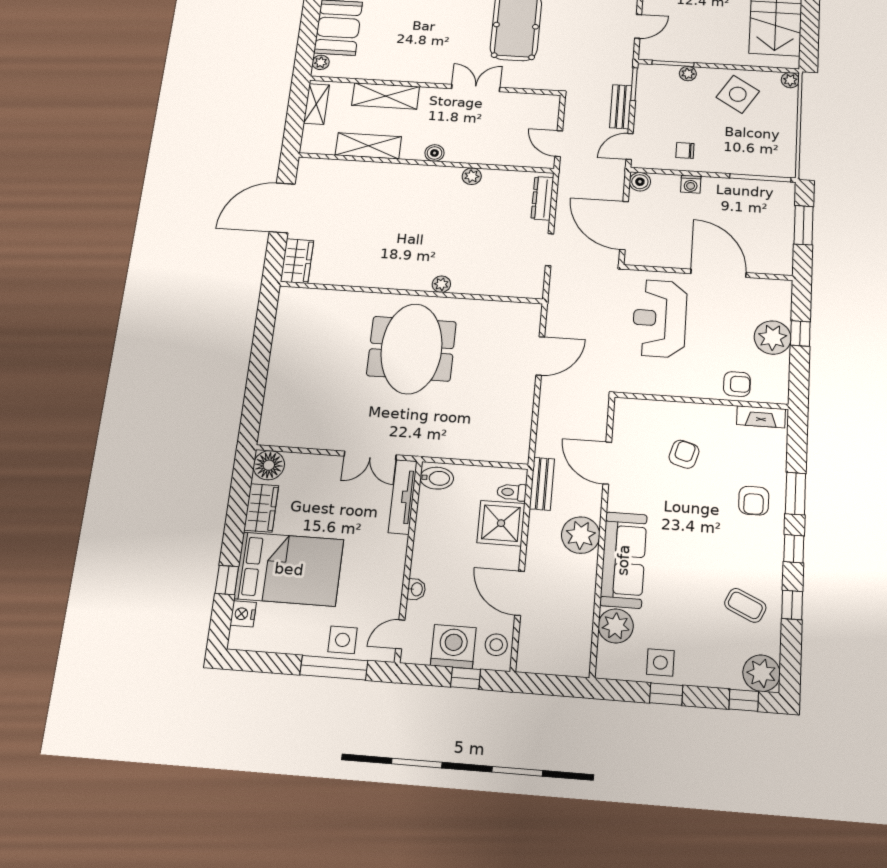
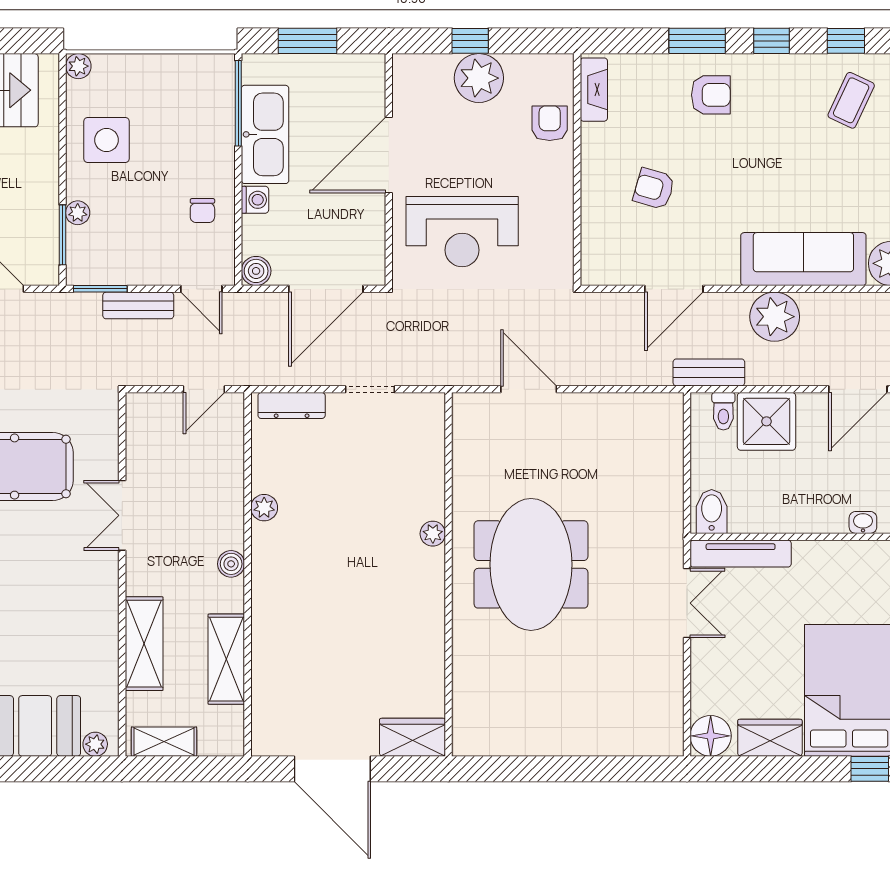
side table: (738, 94) -> (106, 140), turned -32
kitchen sink: (737, 194) -> (265, 134), added
meeting table: (412, 349) -> (531, 564), turned 90

